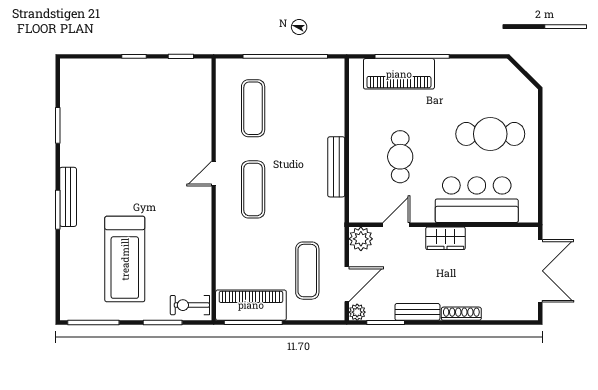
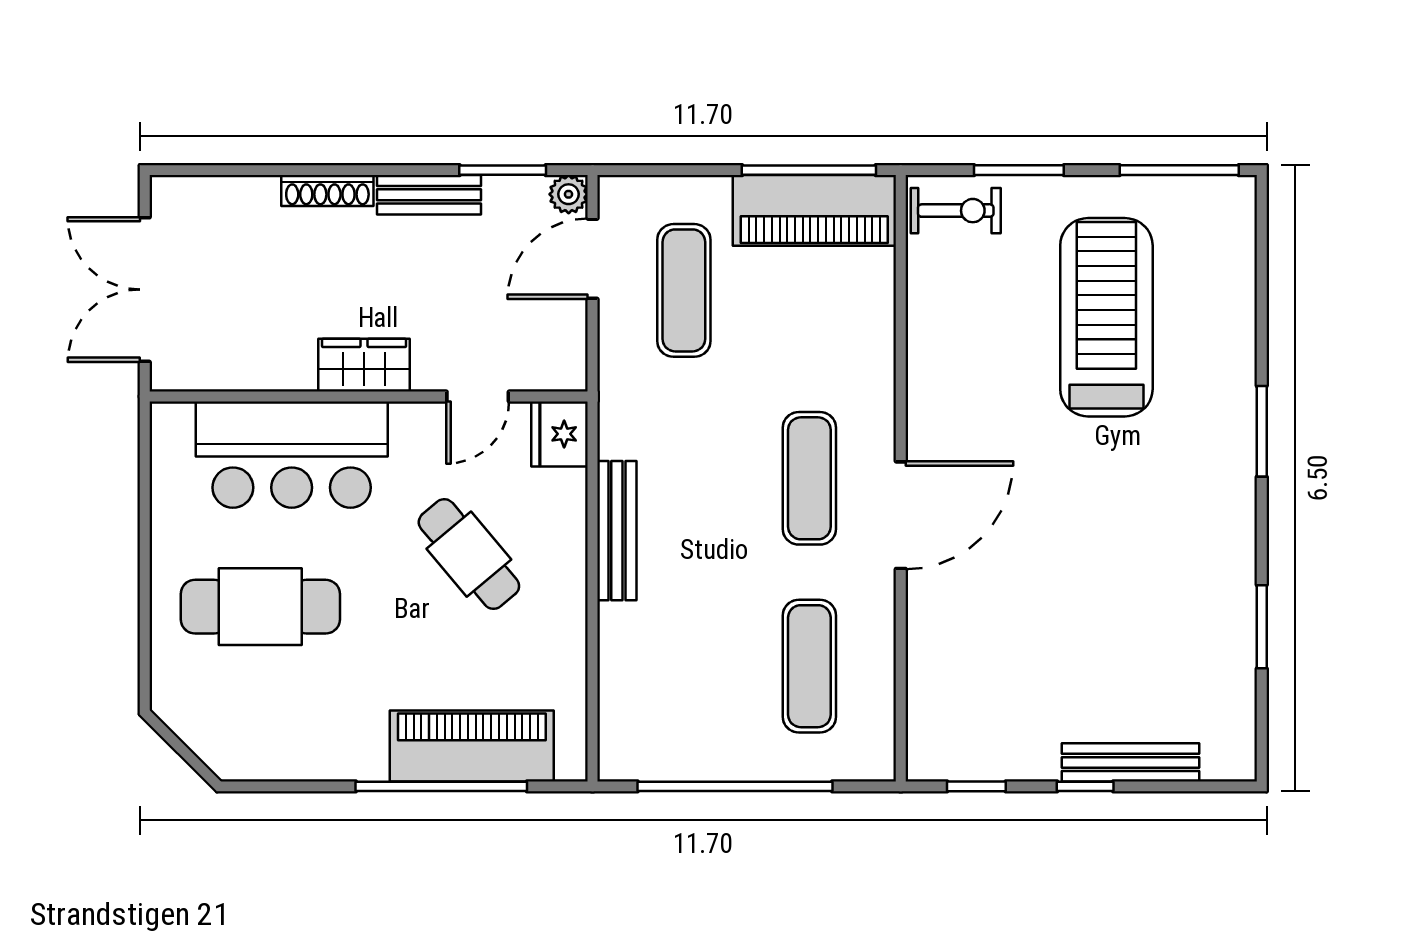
cafe table: (400, 157) -> (469, 554), turned -40
door: (214, 173) -> (901, 515), width x1.87
bench: (68, 197) -> (1130, 762), moved, turned 90
fridge: (361, 209) -> (560, 434), added
plant: (361, 239) -> (560, 364), removed

